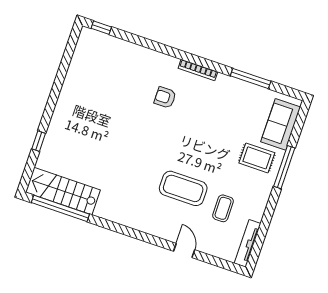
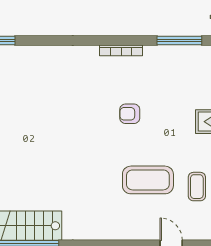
armchair: (165, 97) -> (130, 114), moved

